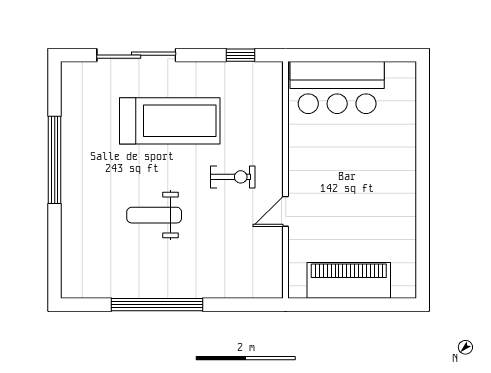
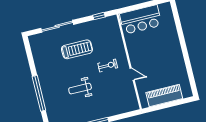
treadmill: (170, 121) -> (77, 49), width x0.73, depth x0.73
window: (55, 160) -> (39, 93), moved
door: (286, 211) -> (132, 74), swing flipped

